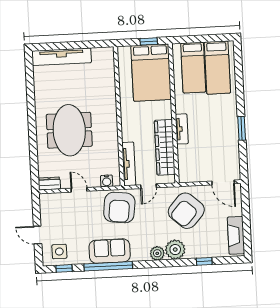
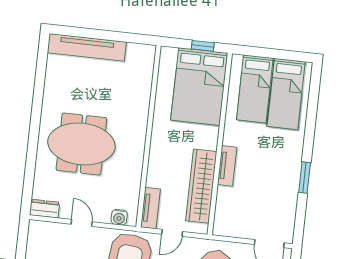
meeting table: (69, 130) -> (81, 144), turned 90
tv unit: (129, 164) -> (150, 208), width x0.71

